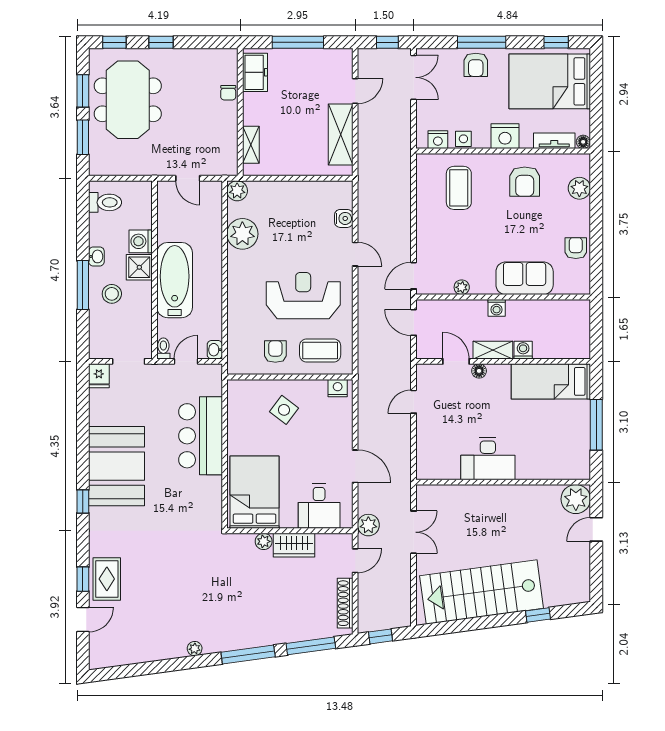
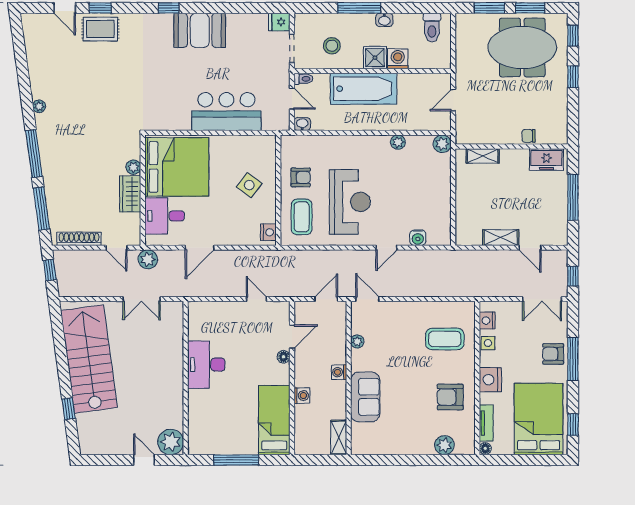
shelving: (341, 135) -> (501, 238), width x0.67, depth x0.75
plant: (242, 234) -> (398, 142), width x0.53, depth x0.53
armchair: (576, 248) -> (392, 442), removed
stool: (112, 294) -> (332, 46), moved
shelving: (493, 350) -> (339, 437), moved
booth: (117, 466) -> (200, 30), width x0.73, depth x0.70
bed: (255, 492) -> (177, 167), width x1.36

